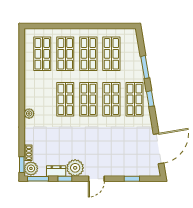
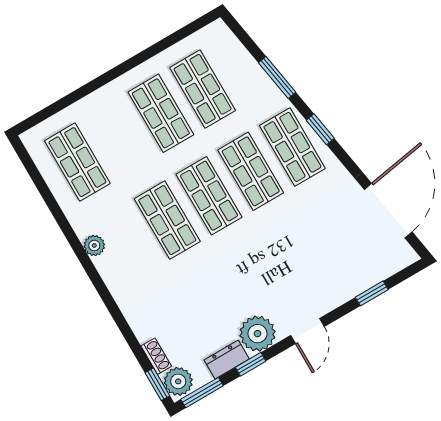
shop shelf: (65, 54) -> (119, 138), removed
plant: (29, 114) -> (94, 245), moved

